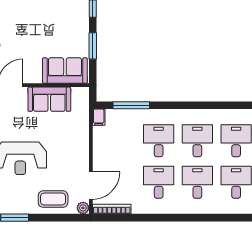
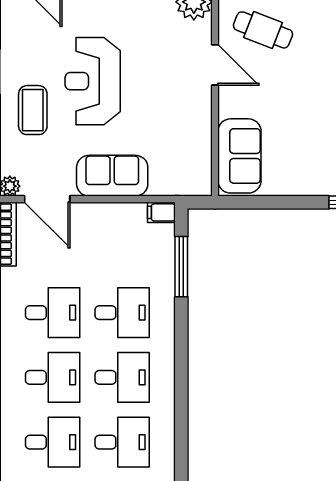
window: (93, 46) -> (281, 202), removed
sofa: (49, 99) -> (112, 176), moved, turned 90
coffee table: (53, 199) -> (33, 110), moved

